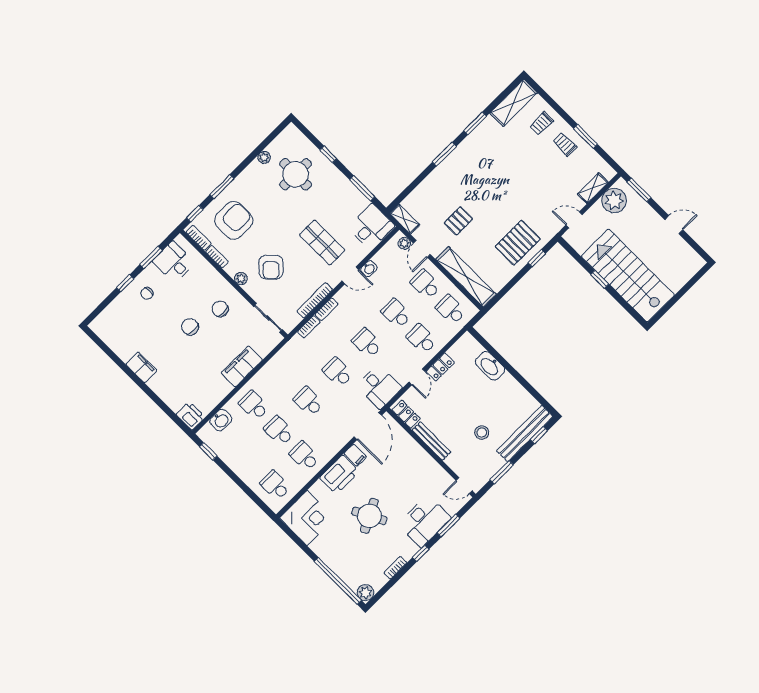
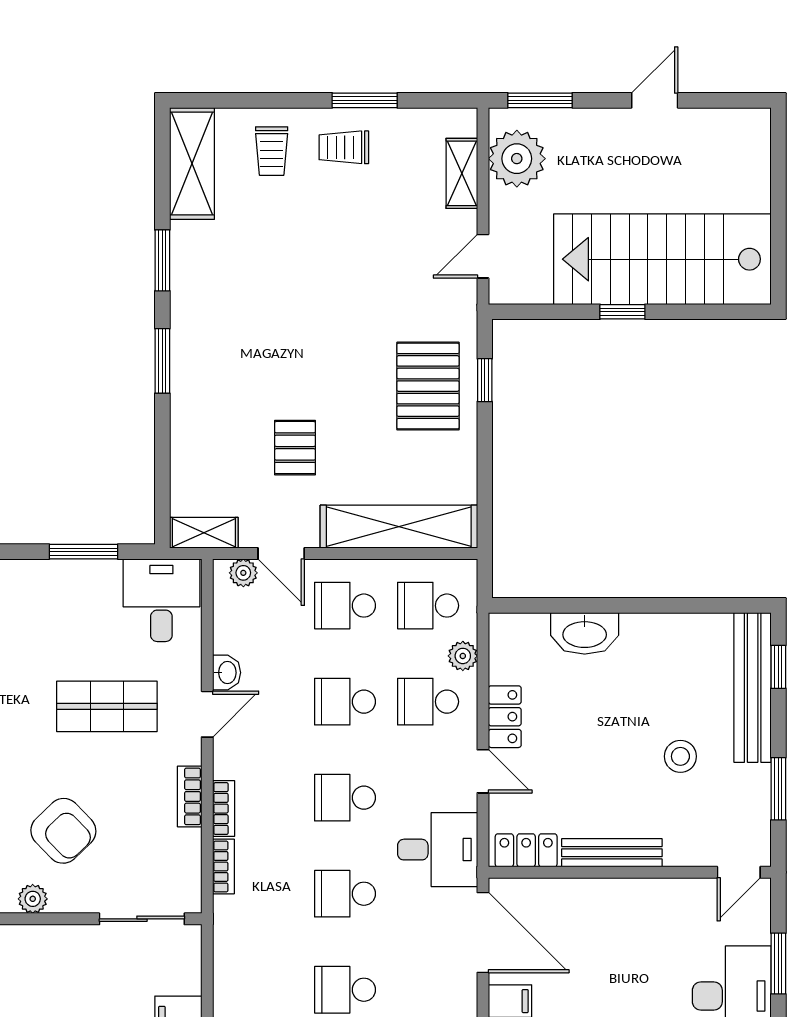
bookcase: (315, 300) -> (190, 796), width x0.64
chair: (220, 309) -> (49, 983), removed
plant: (446, 336) -> (463, 656), added

